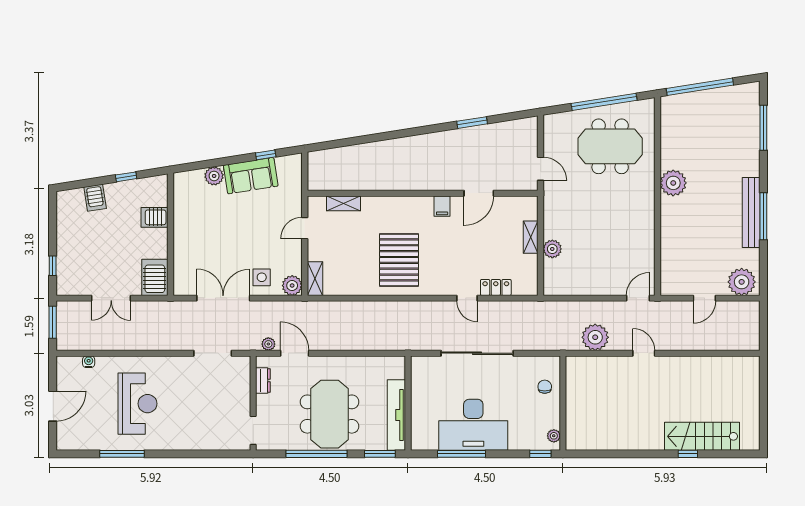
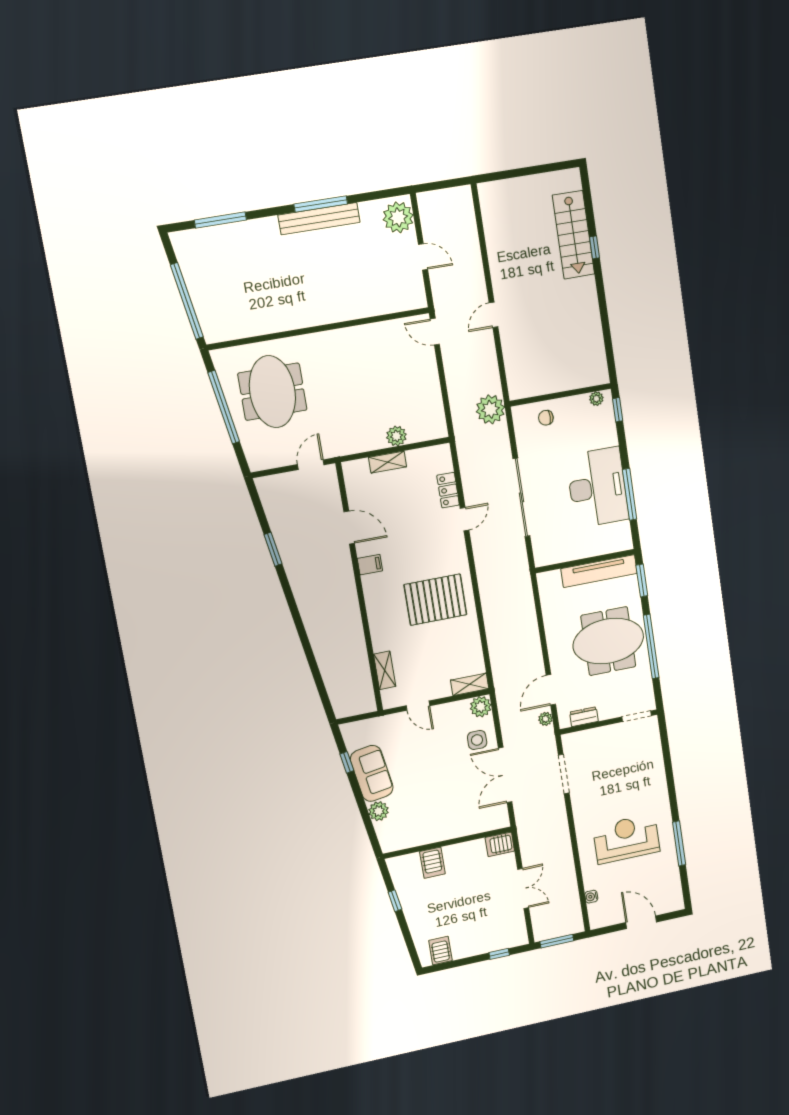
plant: (673, 183) -> (301, 313), removed
server rack: (95, 198) -> (440, 951), moved, turned -81
server rack: (155, 277) -> (500, 844), width x0.73, depth x0.70
plant: (595, 337) -> (490, 409), moved

